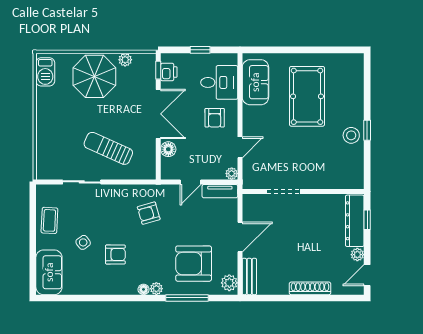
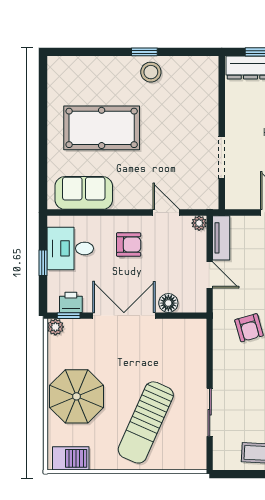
plant: (125, 60) -> (55, 327), moved
desk: (219, 82) -> (70, 248), moved, turned -90
sun lounger: (108, 148) -> (146, 422), moved, width x1.36, depth x1.34

